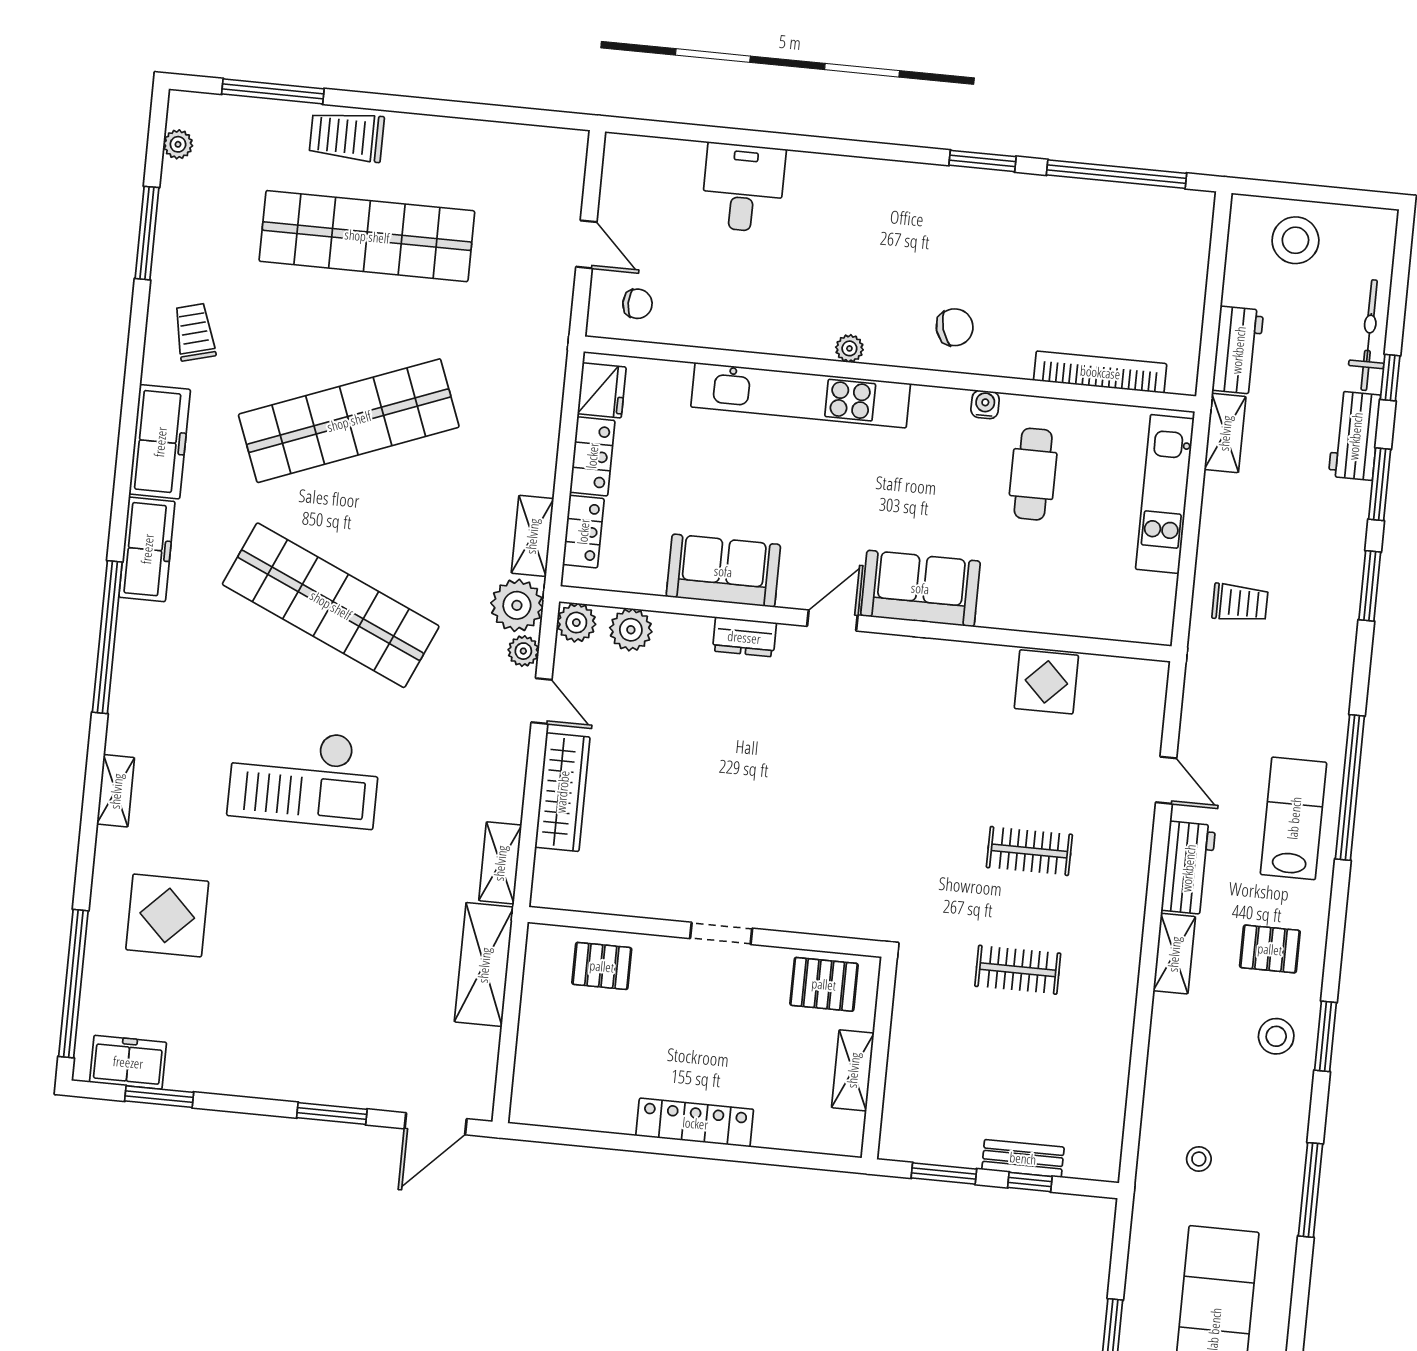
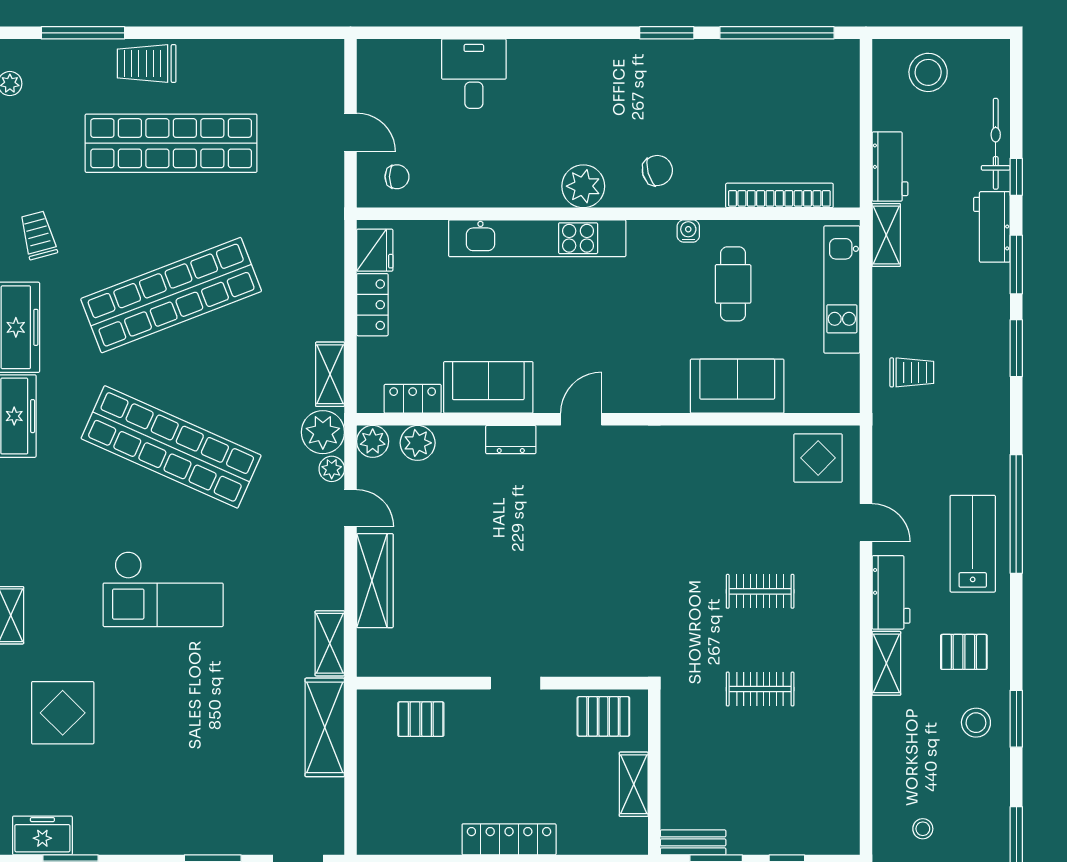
plant: (849, 348) -> (583, 186), width x1.87, depth x1.87
locker: (583, 532) -> (413, 399), moved, turned -90
sofa: (920, 588) -> (737, 386), moved
display table: (1046, 682) -> (818, 458), moved
bench: (1023, 1158) -> (693, 842), moved

